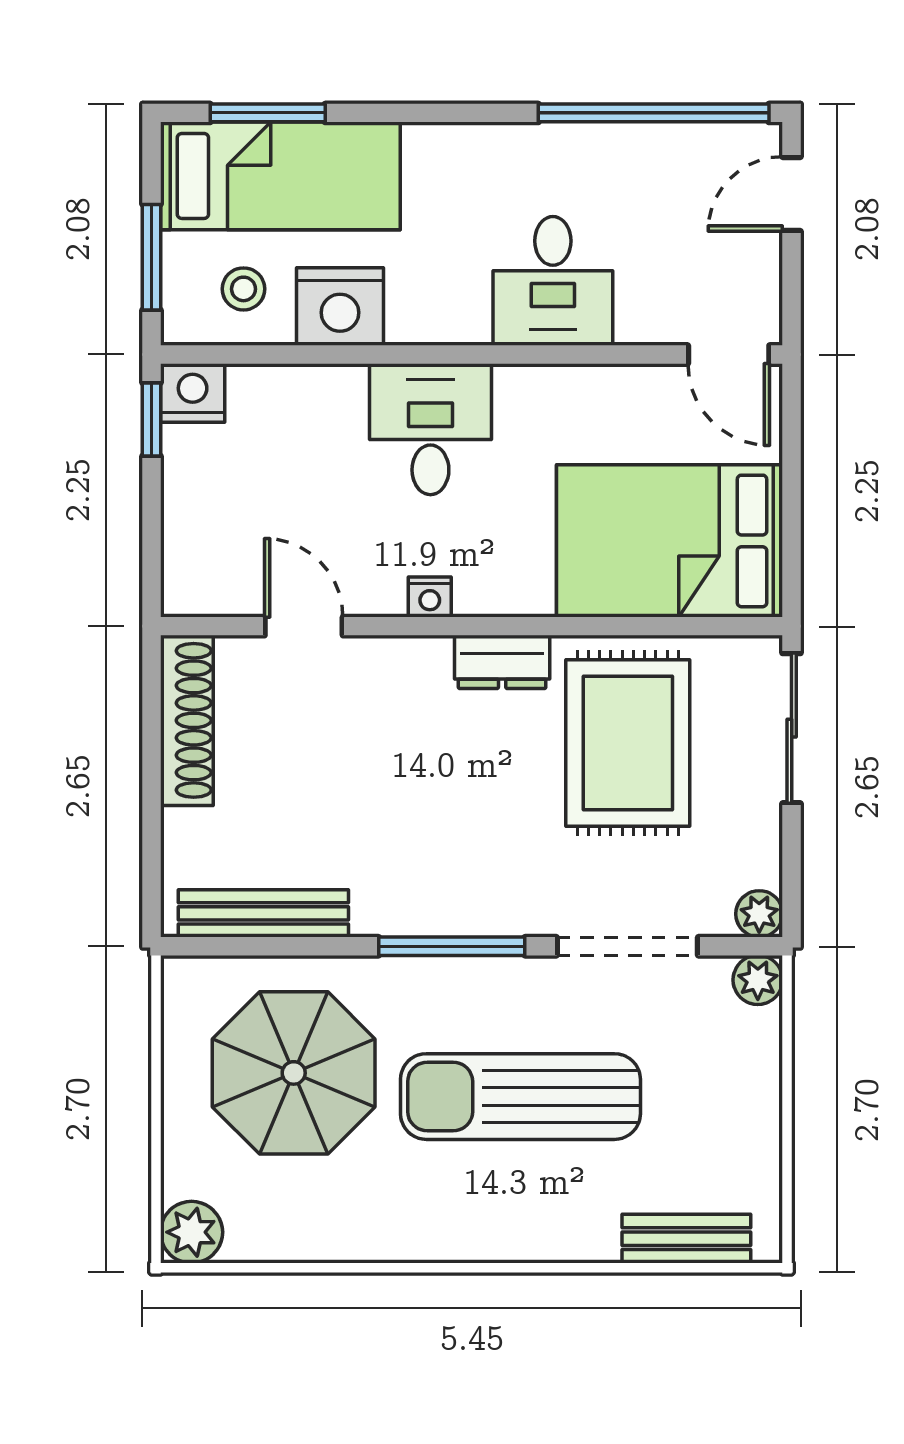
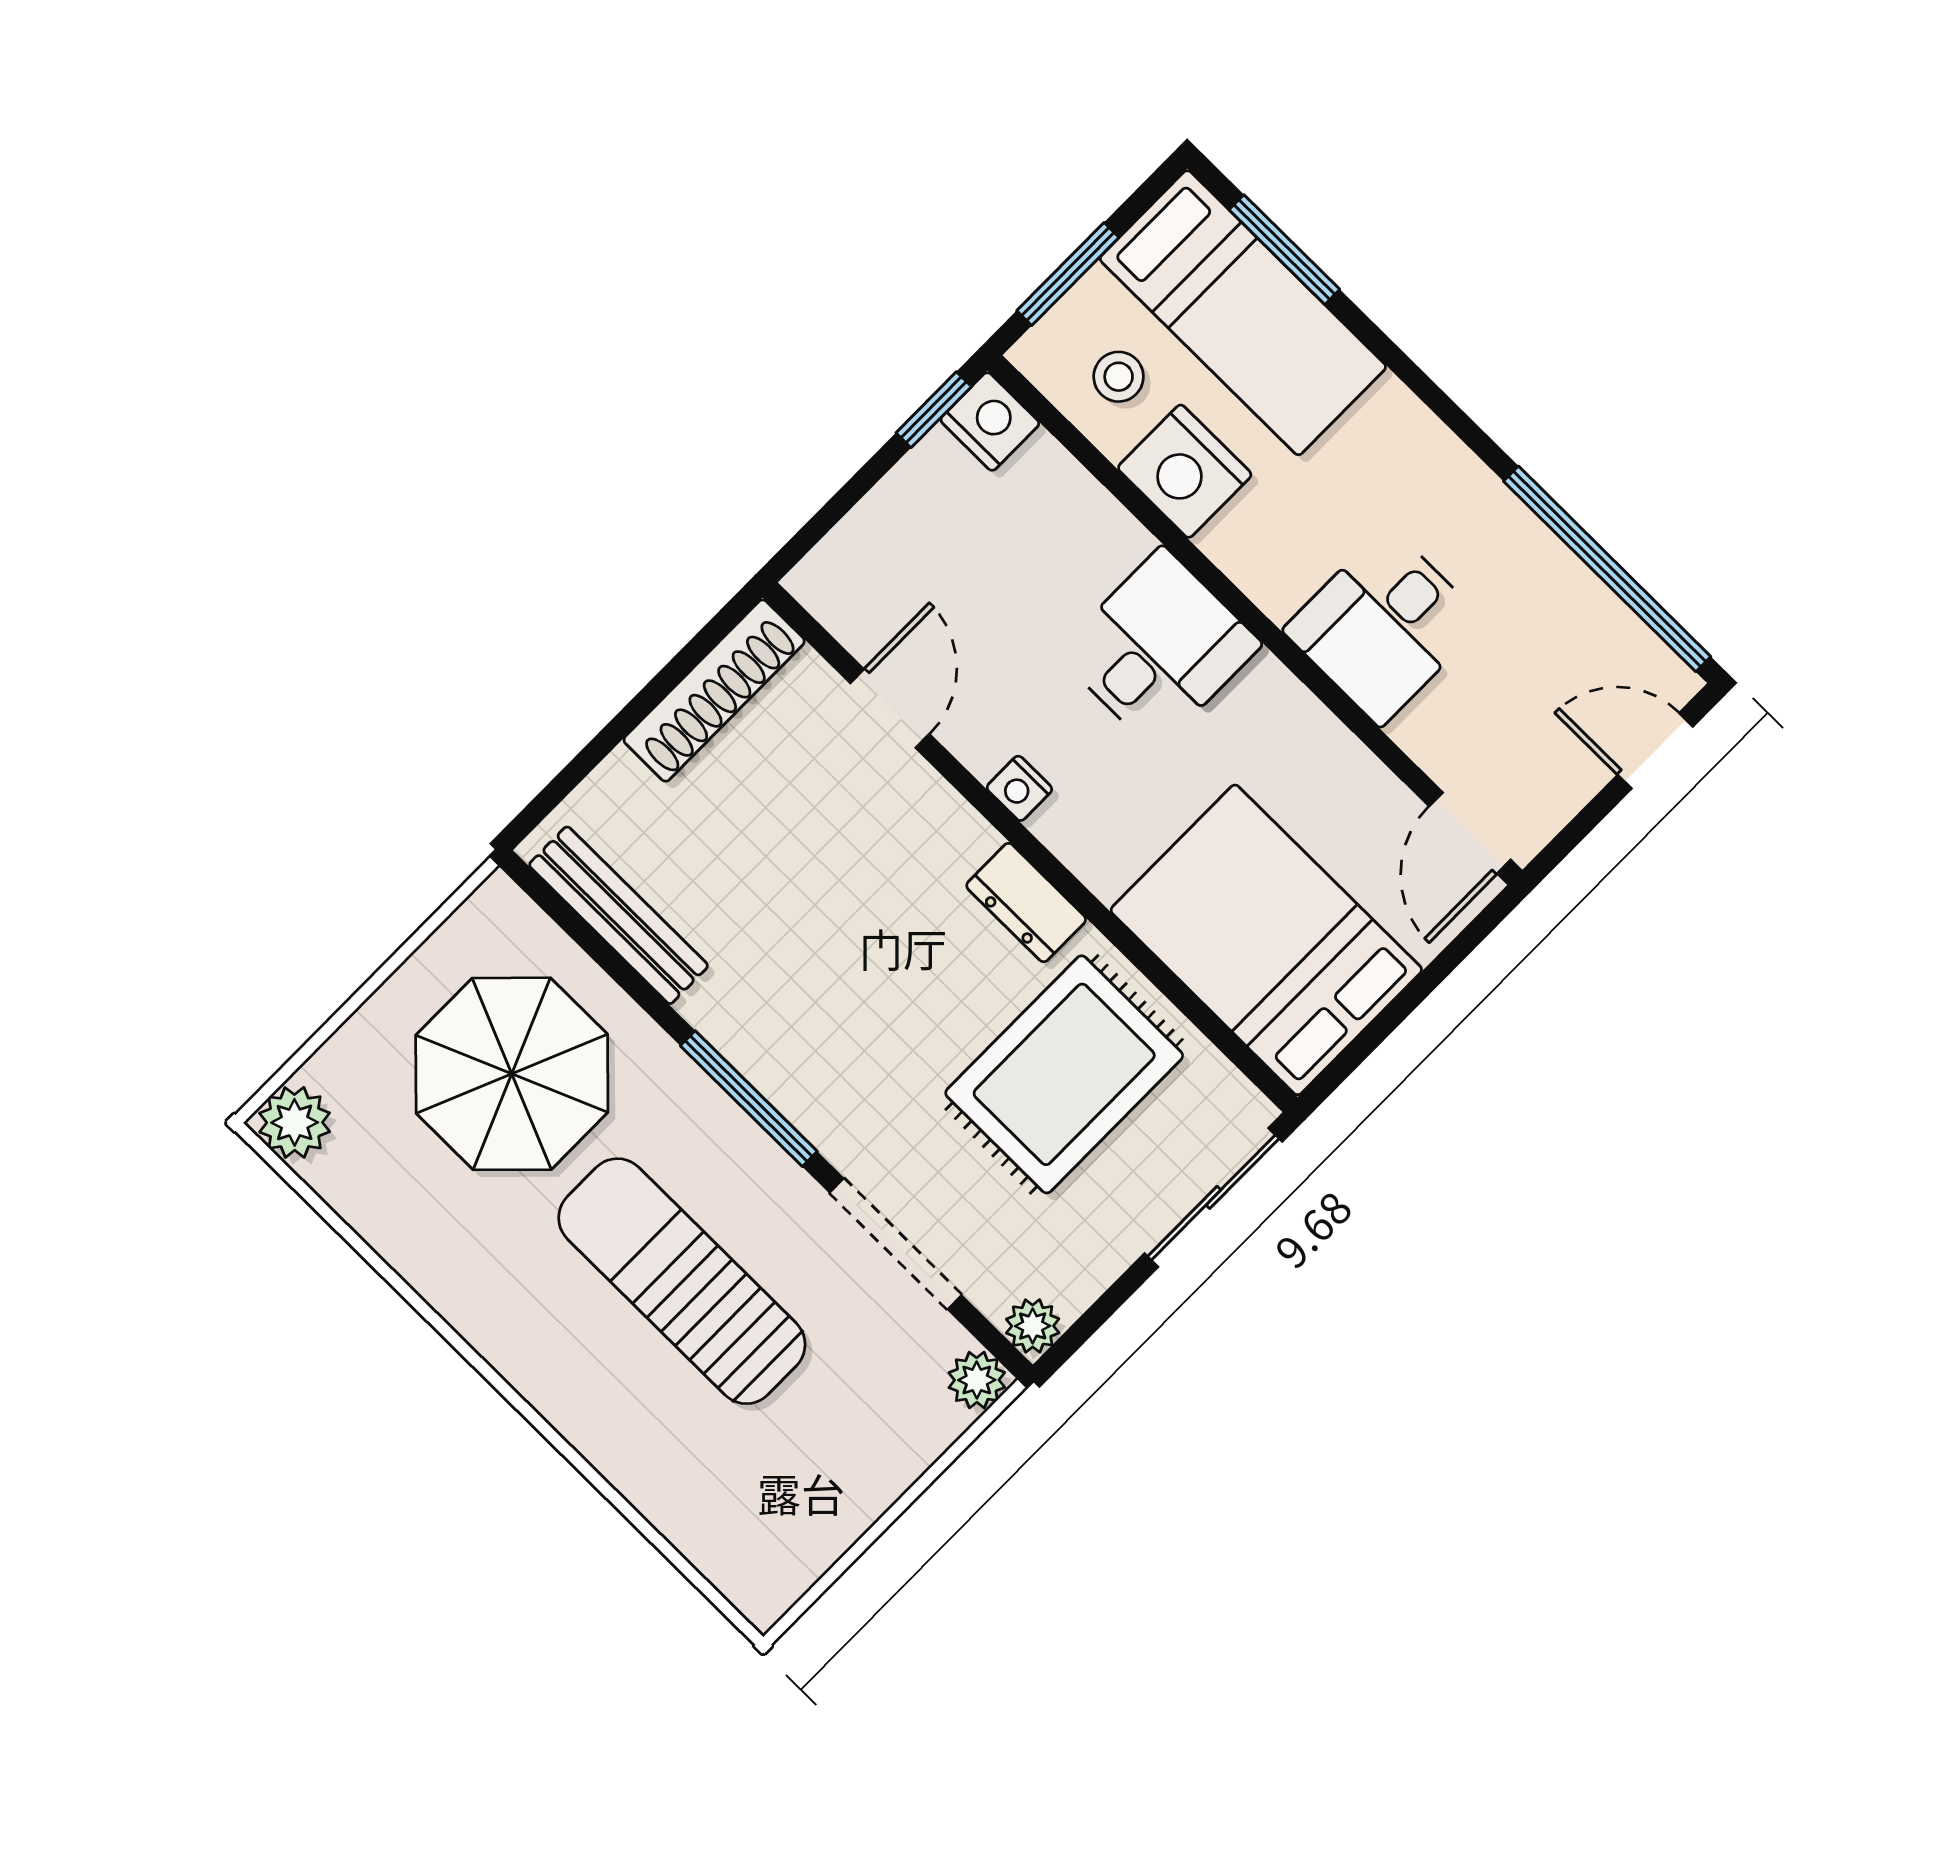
bench: (686, 1239) -> (703, 1537), removed

